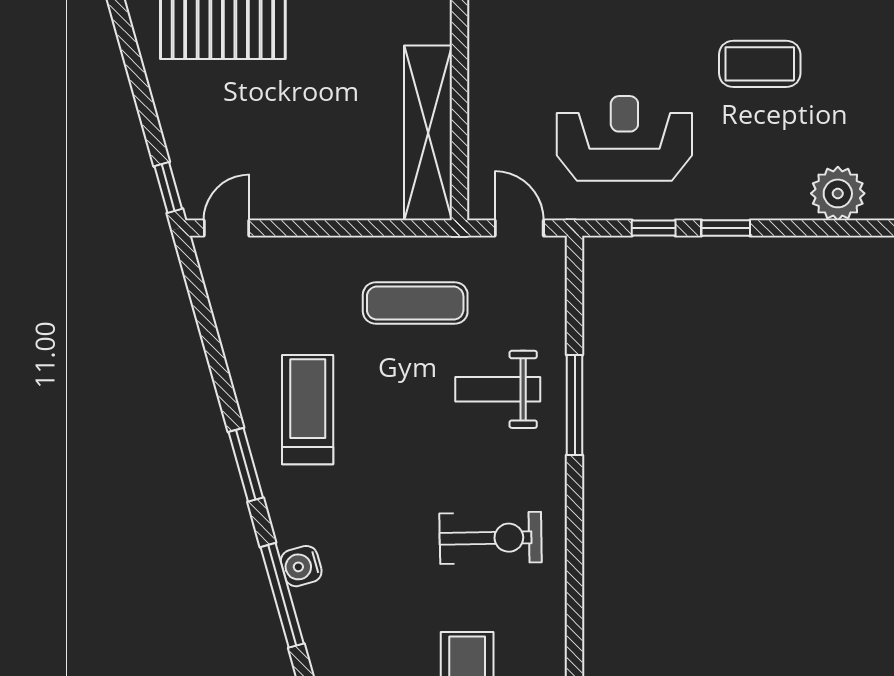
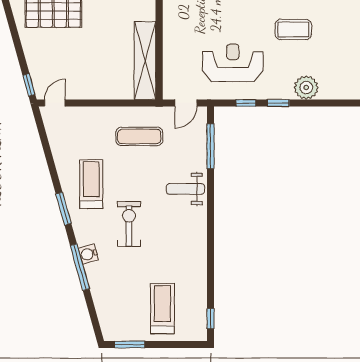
plant: (838, 193) -> (306, 87), moved
door: (519, 228) -> (186, 103), swing flipped
weight bench: (498, 389) -> (185, 189), moved
window: (575, 405) -> (211, 146), moved
exercise bike: (491, 538) -> (129, 224), moved, turned -89

